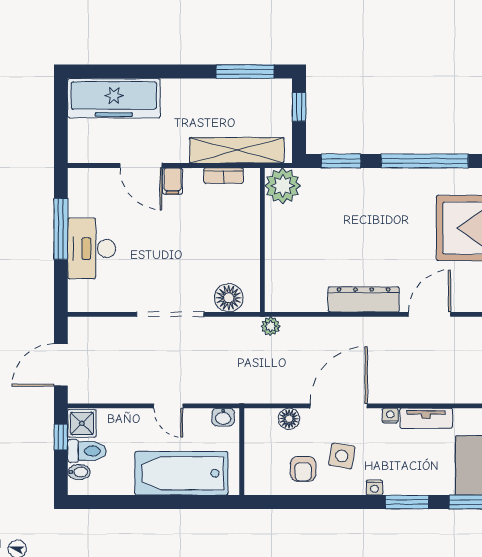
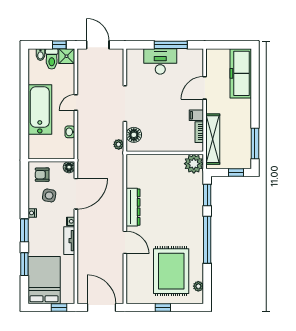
filing cabinet: (173, 181) -> (196, 115), moved
plant: (271, 326) -> (119, 144), moved
door: (339, 406) -> (76, 194), hinge flipped
wall: (242, 452) -> (51, 160), moved

